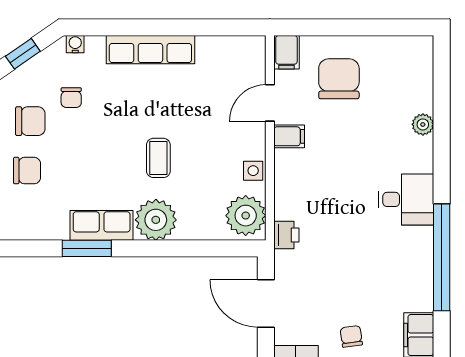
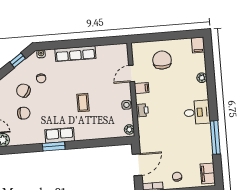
filing cabinet: (286, 52) -> (198, 45), moved
chair: (30, 121) -> (23, 91), turned -148
plant: (246, 216) -> (129, 129), width x0.53, depth x0.53
plant: (156, 220) -> (84, 131), removed
printer: (286, 235) -> (142, 110), moved
window: (442, 257) -> (215, 137), width x0.68
door: (266, 303) -> (137, 165), swing flipped

